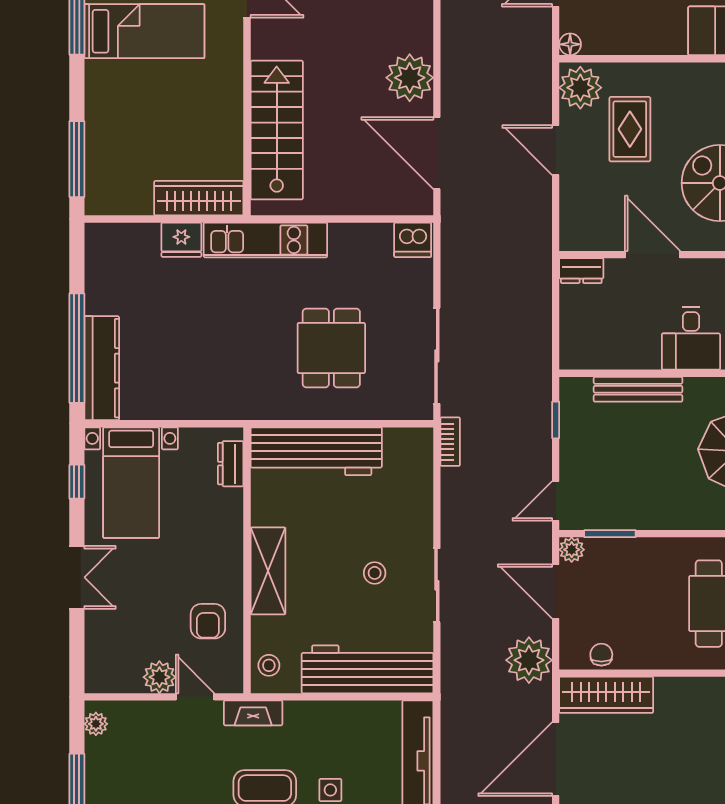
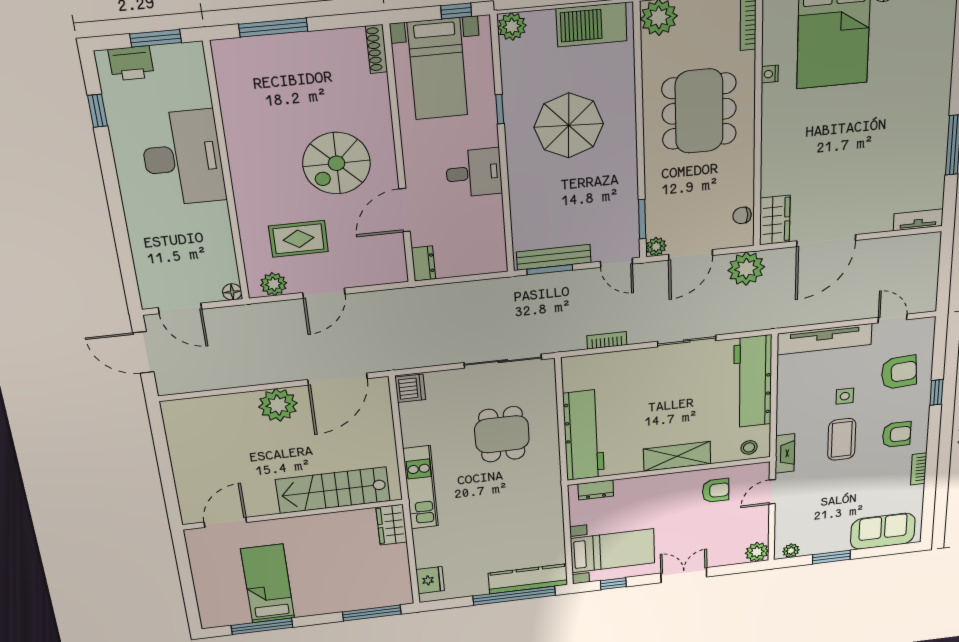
plant: (580, 88) -> (274, 284), width x0.73, depth x0.73
wardrobe: (199, 198) -> (392, 525), width x0.67
fridge: (181, 240) -> (430, 580), moved
dining table: (331, 348) -> (502, 434), turned 90
bench: (638, 389) -> (554, 257), moved, turned 90
window: (556, 420) -> (550, 270), width x1.50
bookcase: (450, 442) -> (607, 340), moved
stool: (375, 573) -> (678, 385), removed
plant: (159, 677) -> (757, 552), moved
wardrobe: (606, 695) -> (775, 220), width x0.67
door: (556, 759) -> (826, 241), hinge flipped

